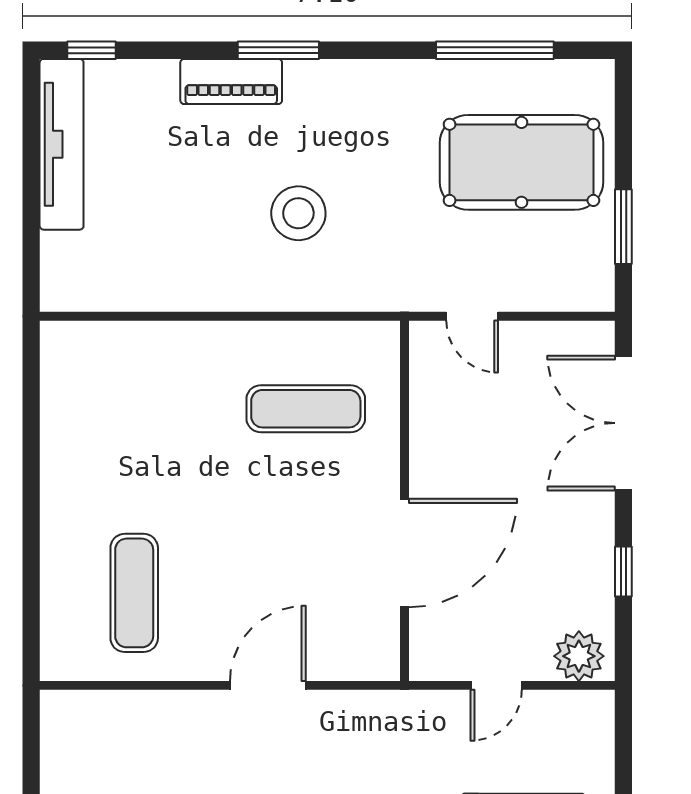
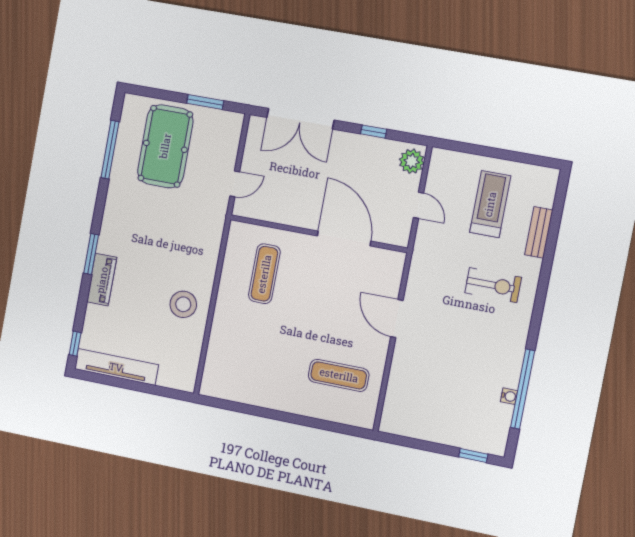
stool: (298, 213) -> (183, 304), moved

